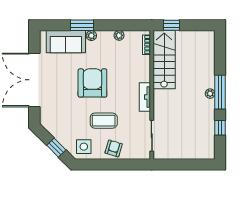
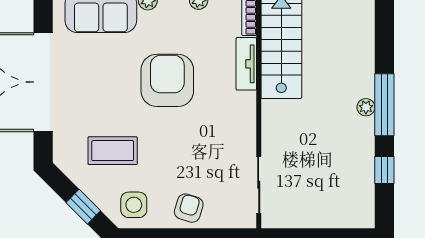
armchair: (92, 83) -> (167, 80), moved
tv unit: (145, 97) -> (246, 64), moved
coffee table: (104, 121) -> (113, 151), moved

